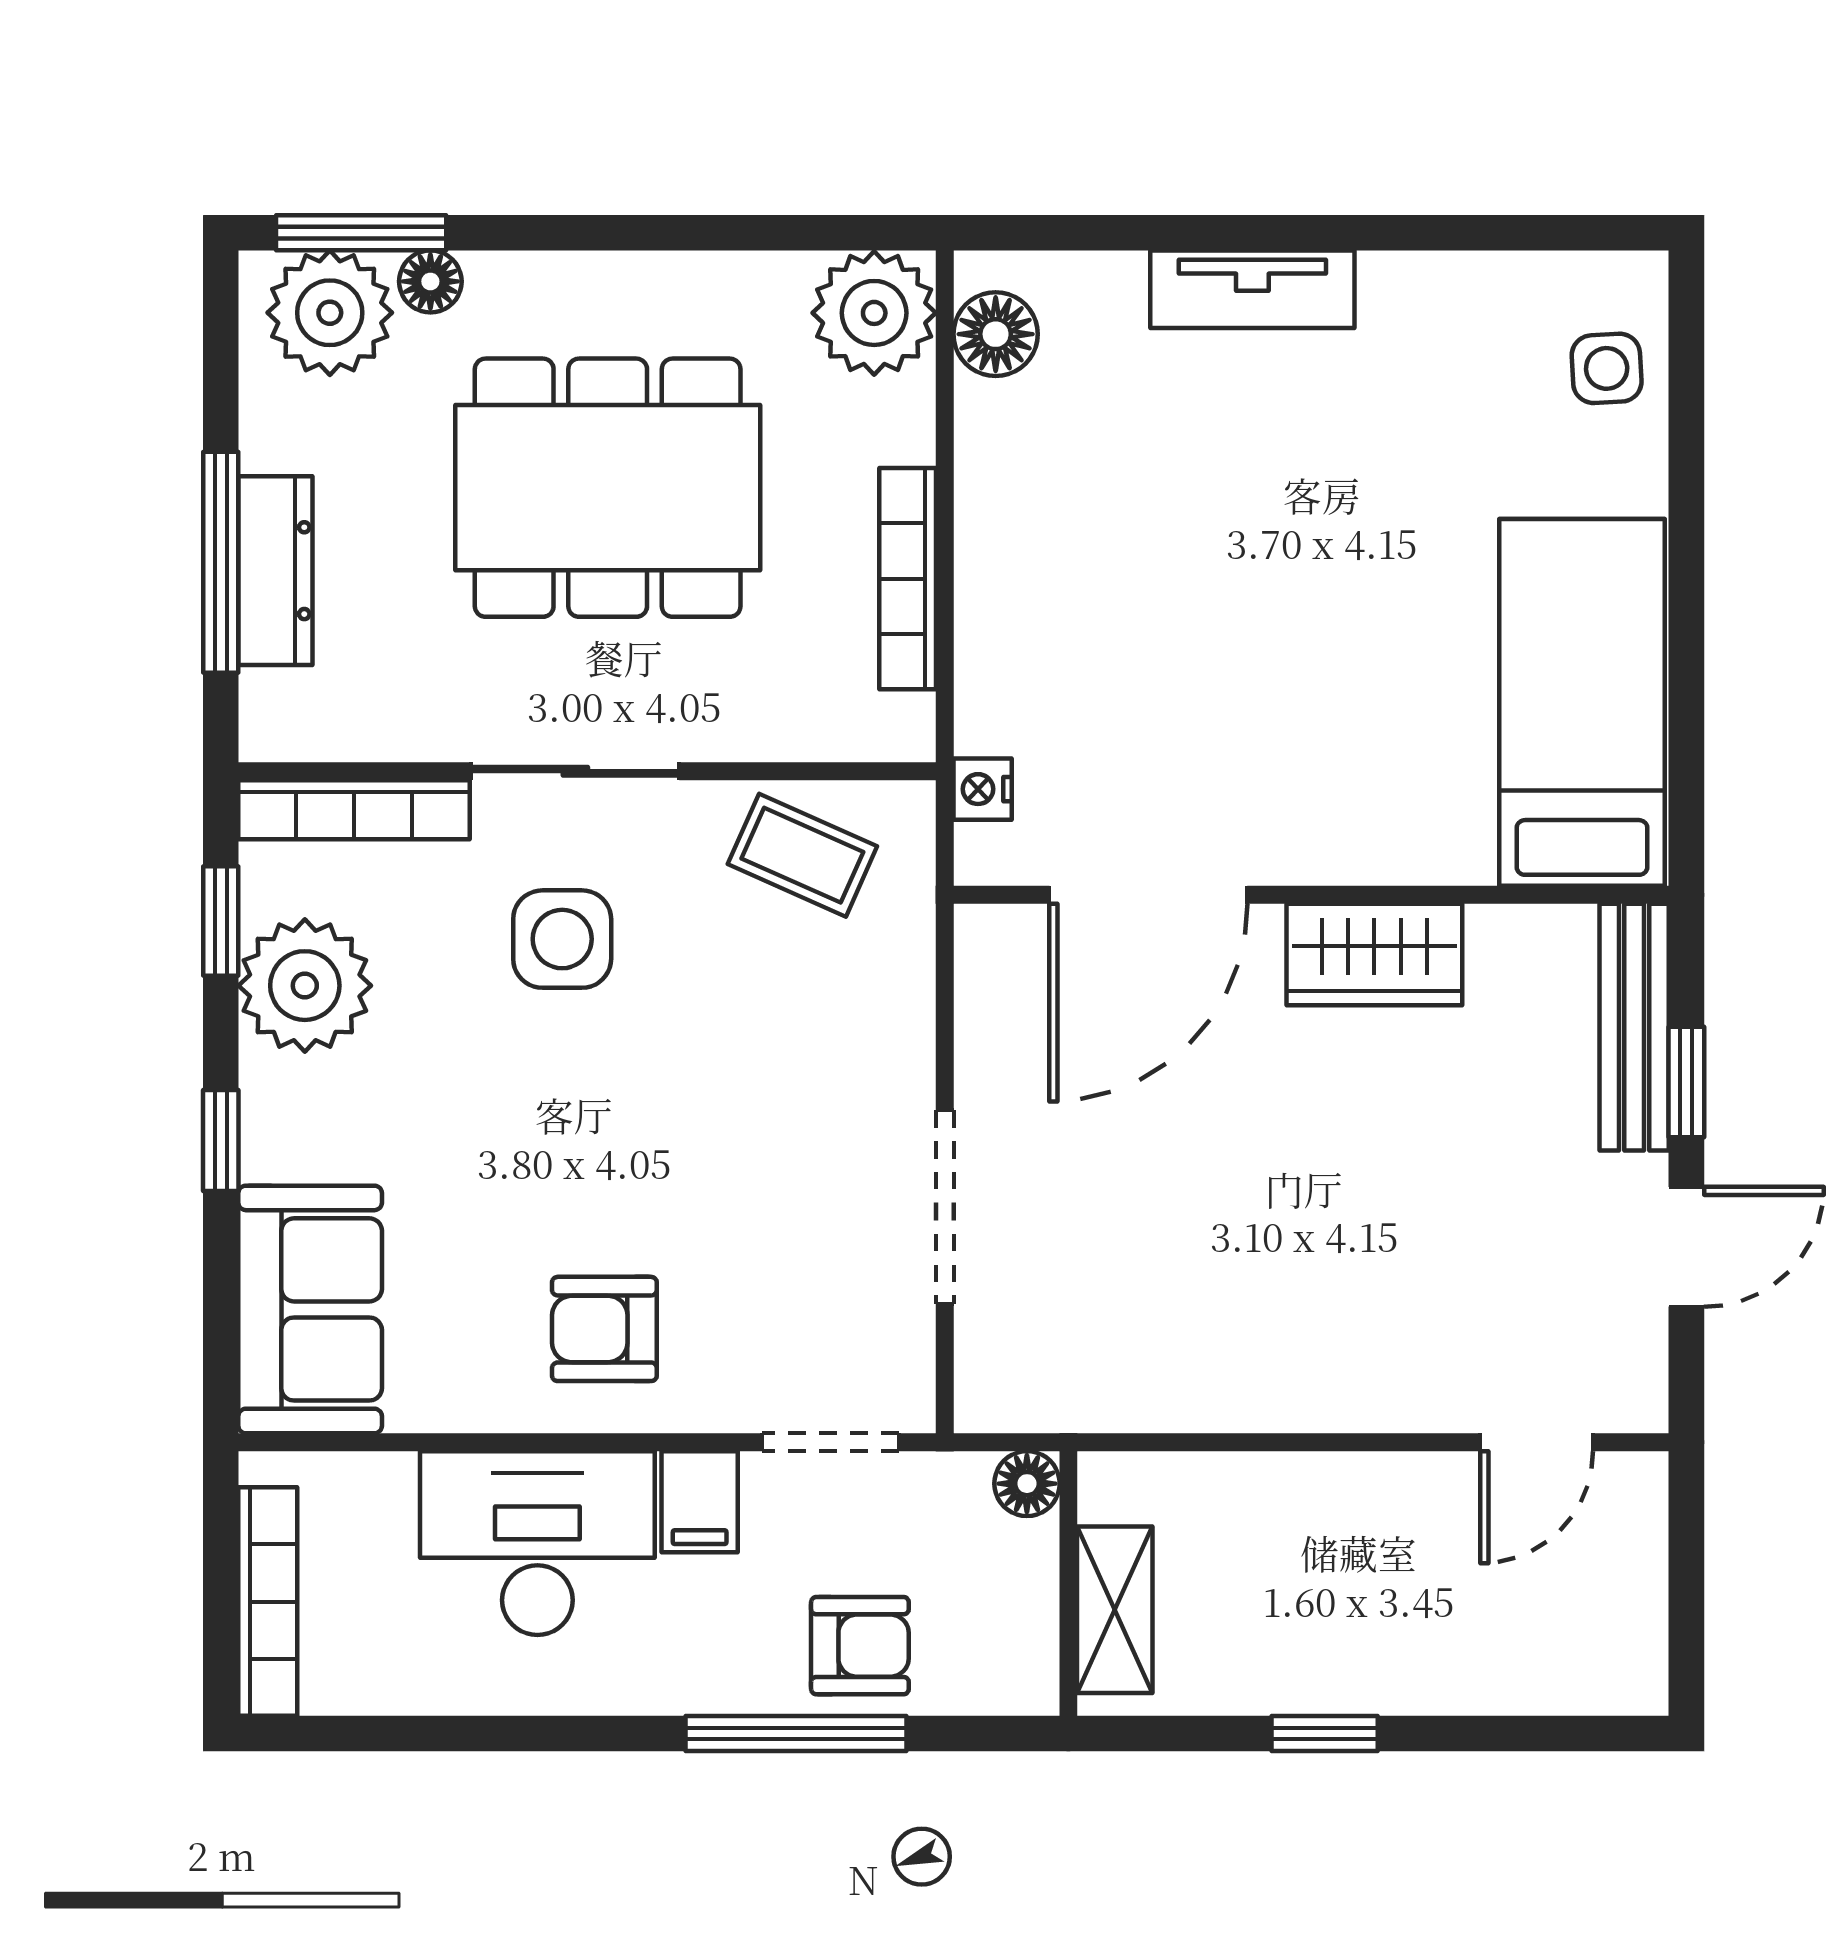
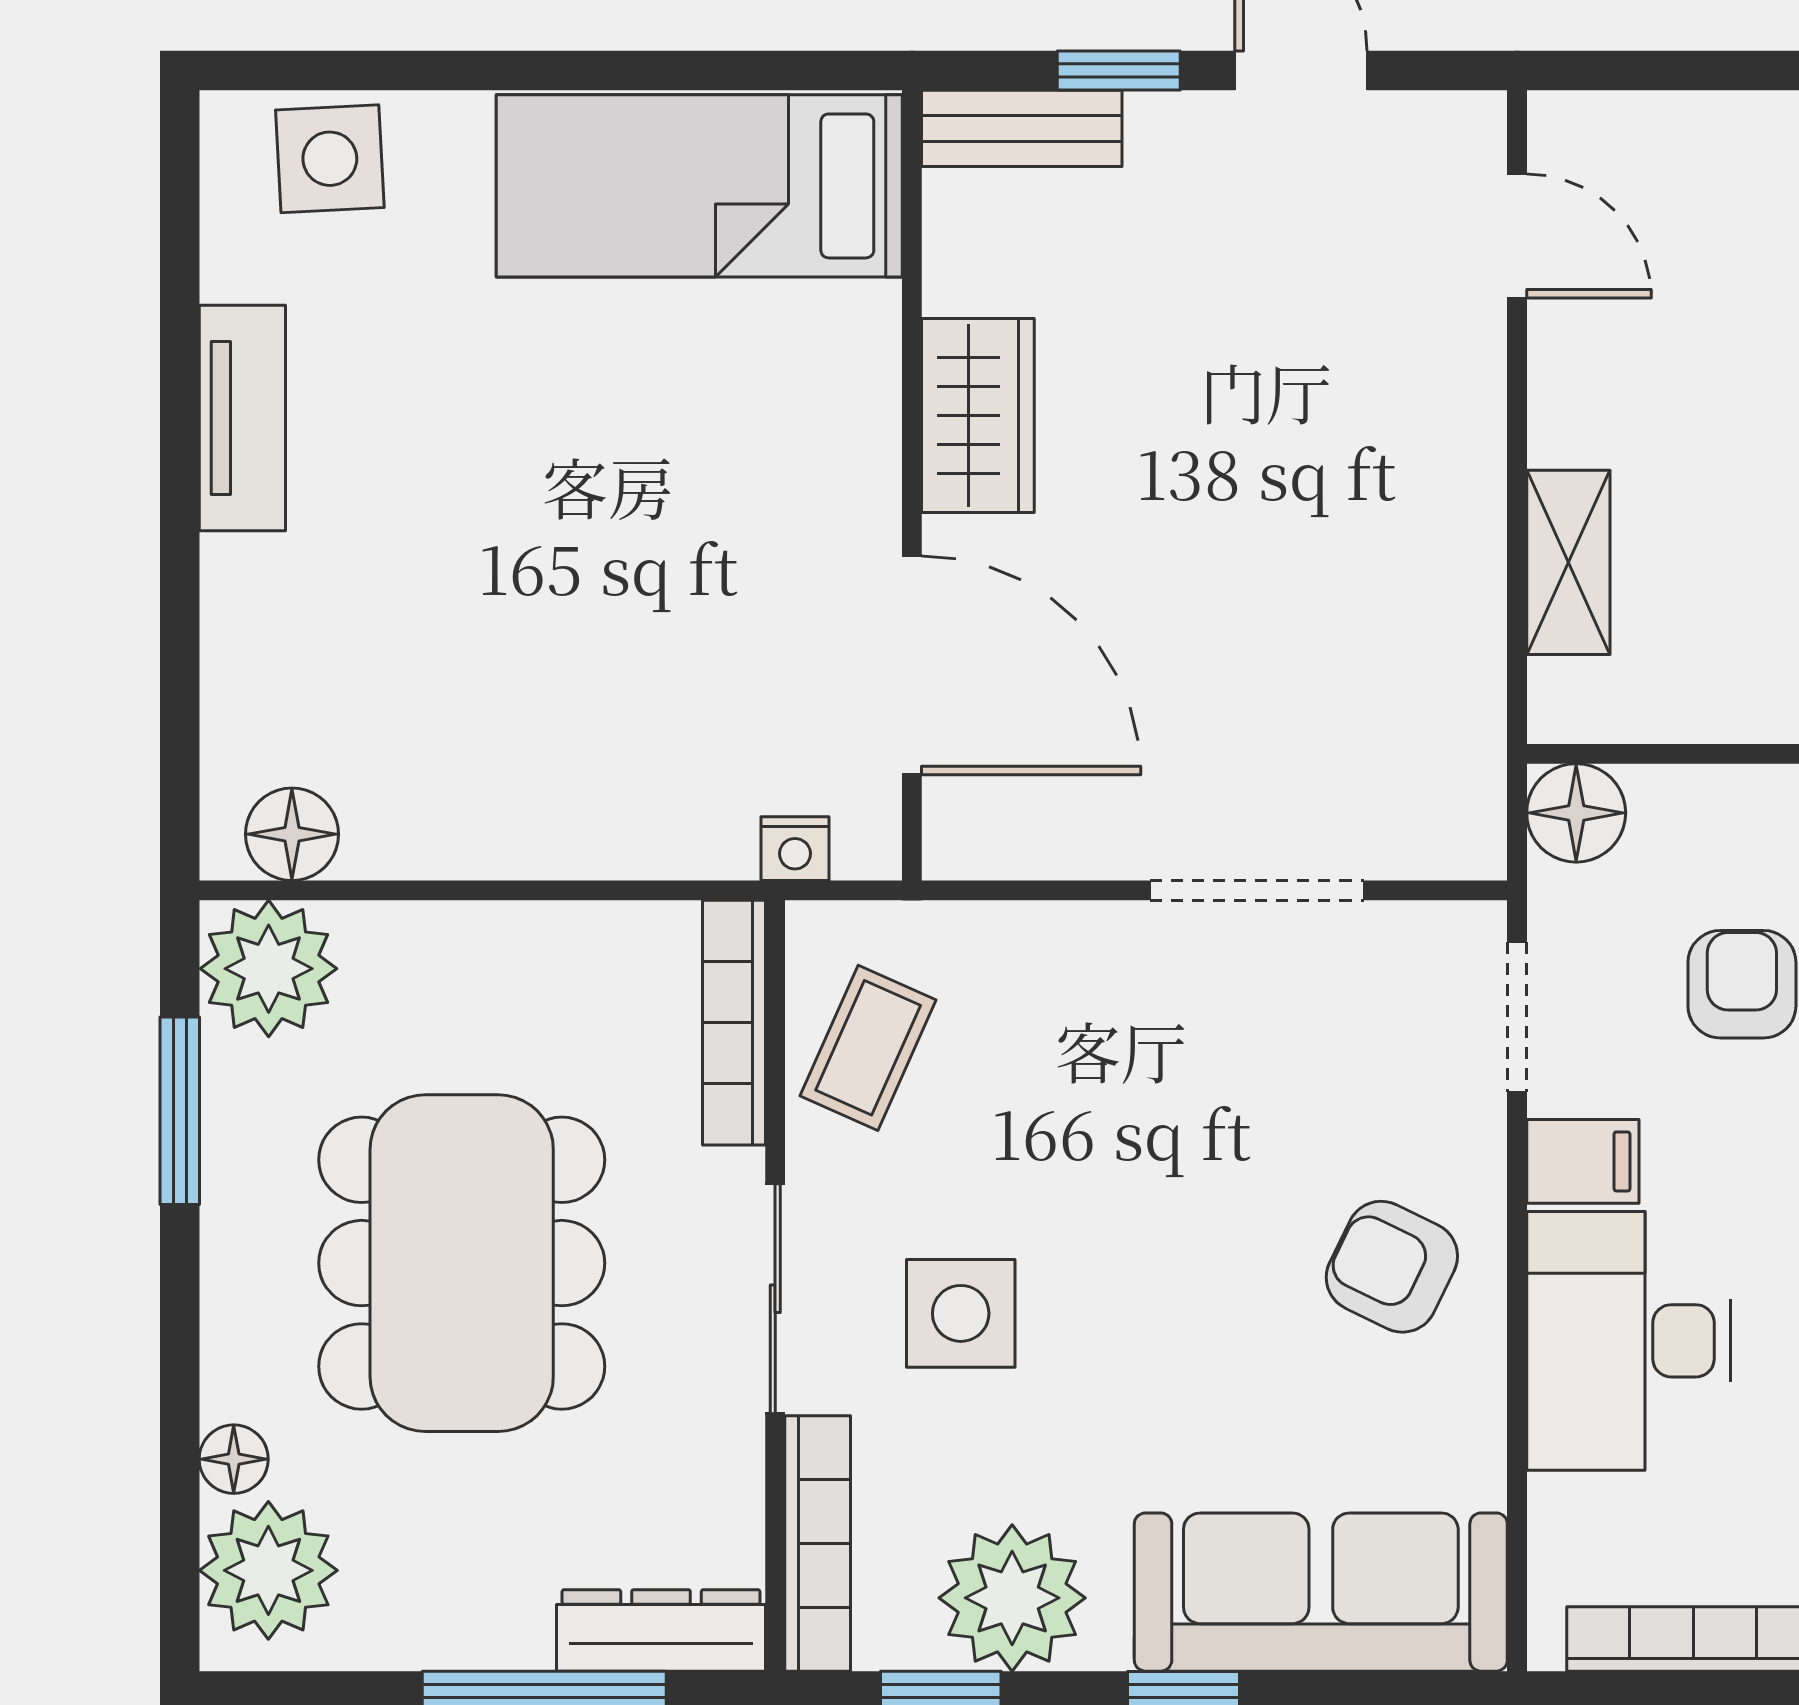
window: (361, 233) -> (180, 1111), moved
tv unit: (1252, 289) -> (242, 418), moved
side table: (1607, 368) -> (330, 159), width x1.37, depth x1.37
dresser: (275, 571) -> (661, 1630), moved
bookcase: (908, 579) -> (734, 1023), moved, turned 90
bench: (1634, 1027) -> (1022, 128), width x0.73
sofa: (310, 1309) -> (1321, 1592), width x1.36
armchair: (604, 1329) -> (1392, 1267), turned 116
floor lamp: (1027, 1484) -> (1576, 813), width x1.37, depth x1.37
shelving: (1115, 1610) -> (1568, 562), moved, turned 90

